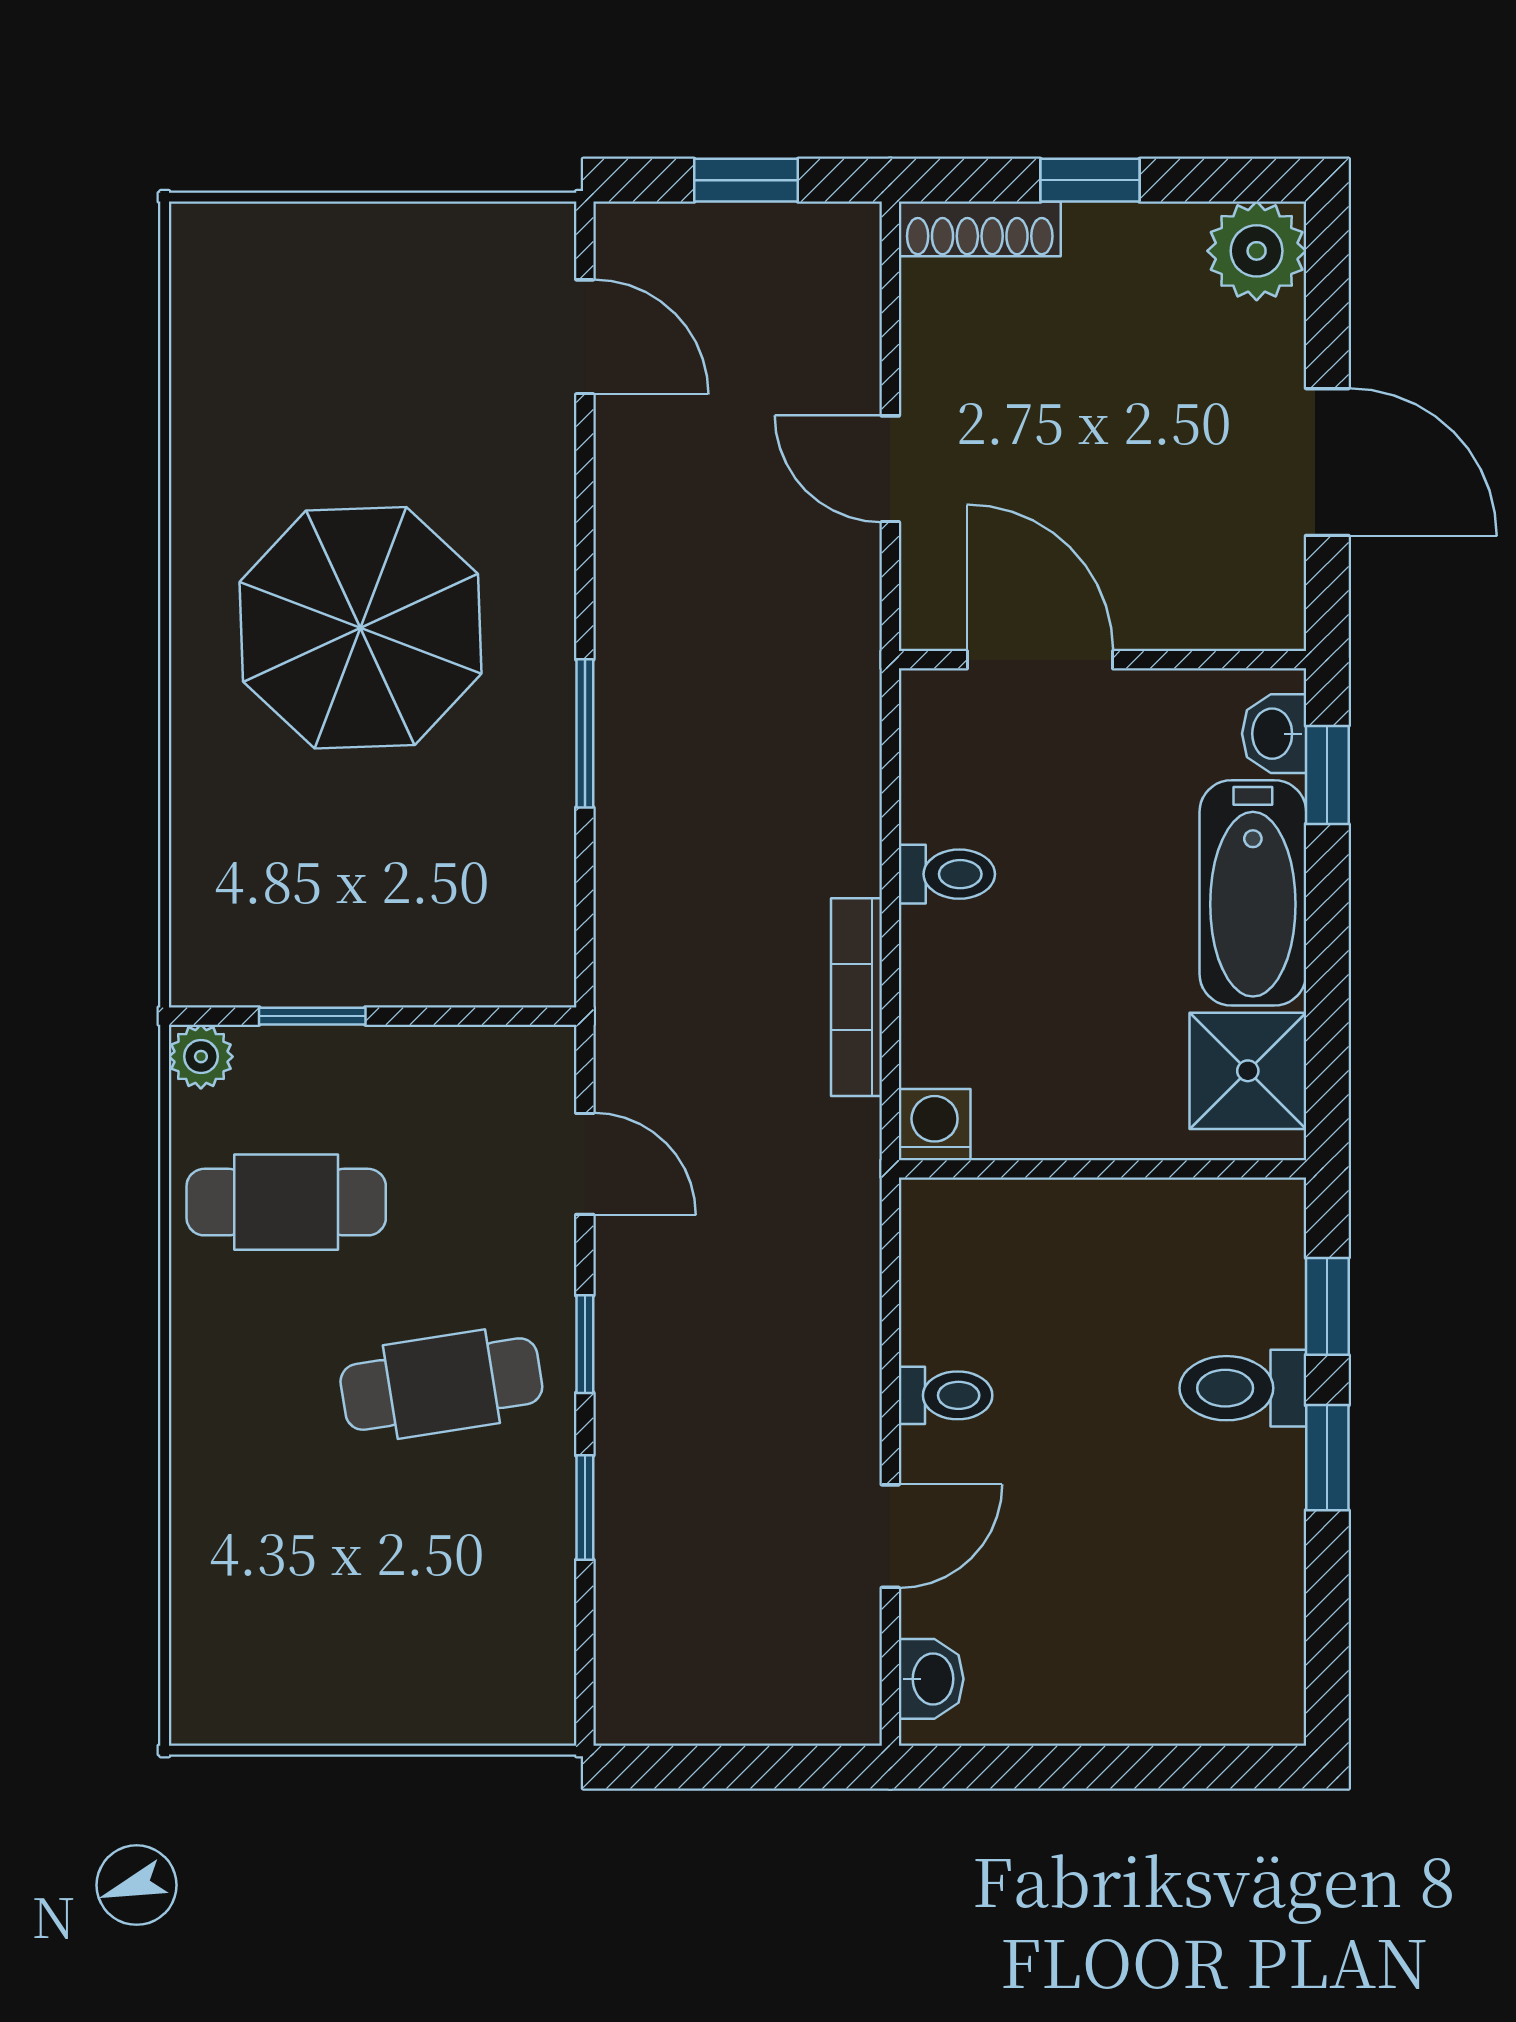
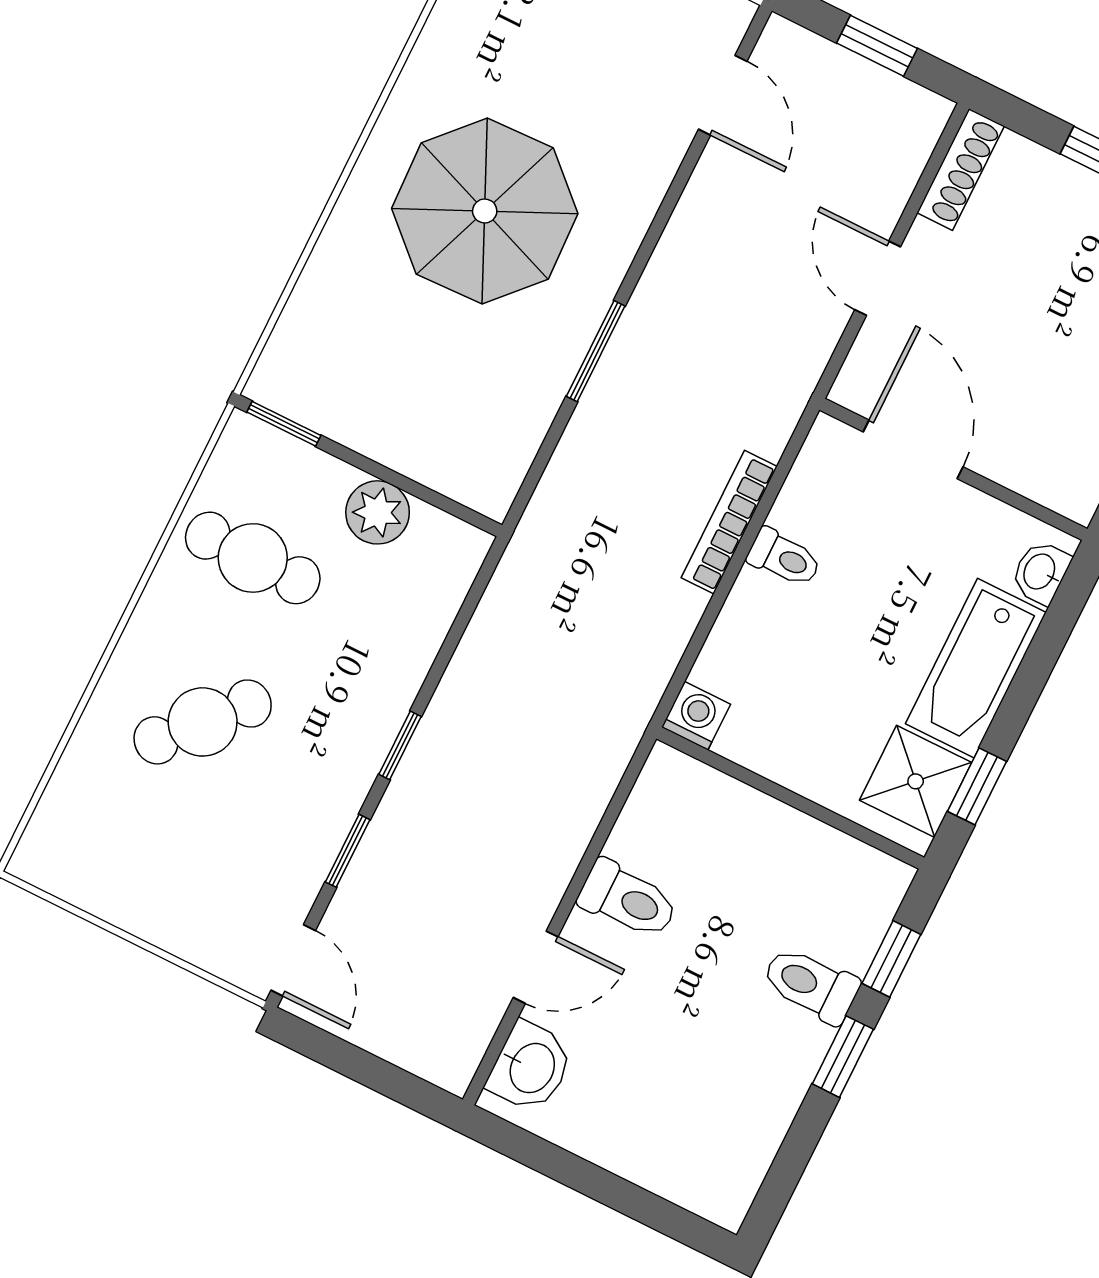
shoe rack: (980, 229) -> (961, 169), moved, turned -90
window: (1327, 775) -> (977, 786), moved
bookcase: (856, 997) -> (729, 522), moved
window: (312, 1016) -> (284, 424), moved
plant: (201, 1057) -> (378, 512), moved, width x1.38, depth x1.38
door: (585, 1164) -> (293, 960), moved
cafe table: (441, 1384) -> (203, 722), moved, turned -39
toilet: (945, 1395) -> (628, 900), width x1.37, depth x1.39
washbasin: (931, 1679) -> (531, 1067), width x1.38, depth x1.45

